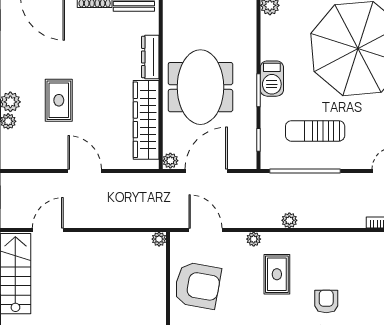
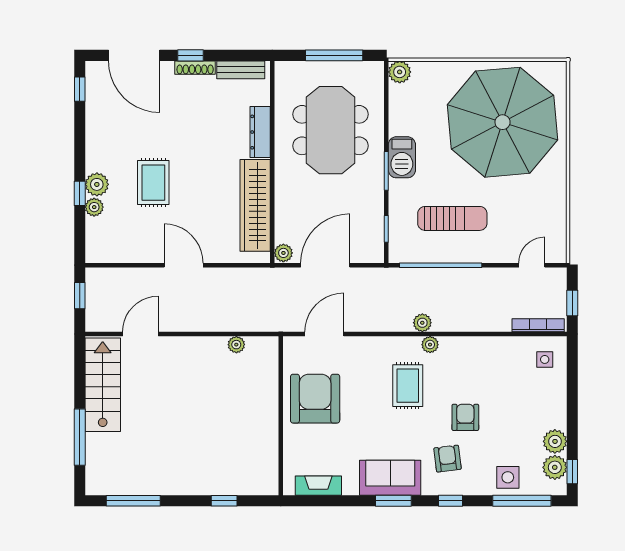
meeting table: (200, 87) -> (331, 130), moved
sun lounger: (315, 131) -> (452, 218), turned 180
door: (205, 230) -> (324, 334), hinge flipped
plant: (159, 239) -> (236, 345), moved
plant: (254, 239) -> (430, 345), moved
armchair: (197, 285) -> (315, 399), turned -100

